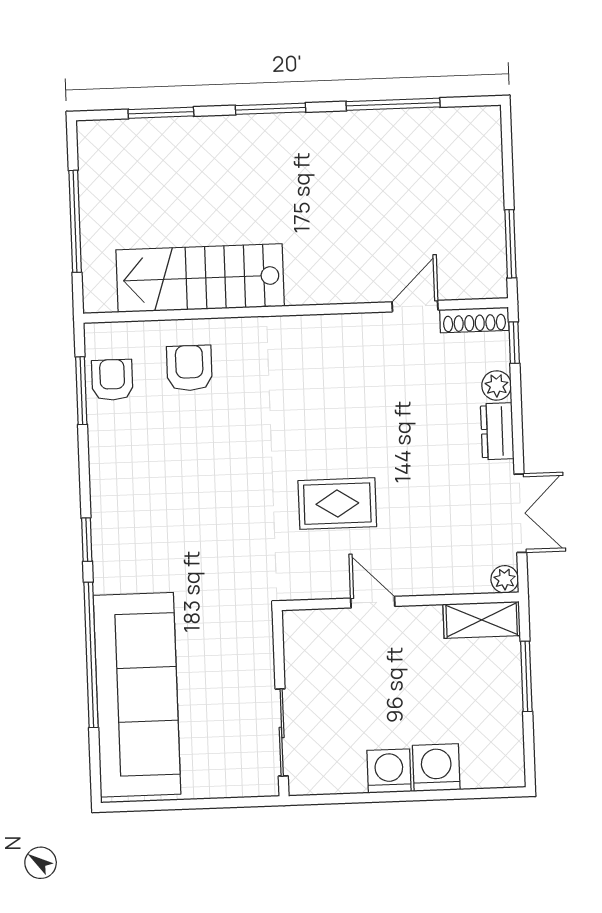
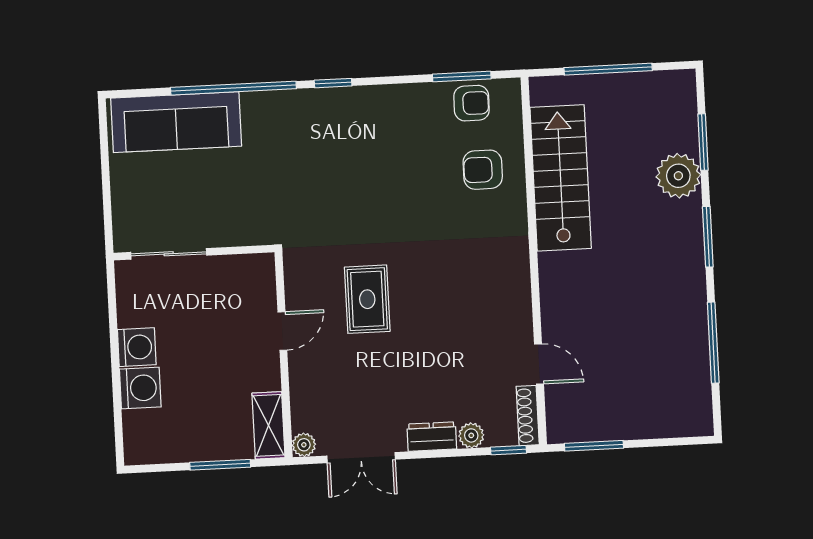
plant: (200, 142) -> (678, 176), added
armchair: (189, 368) -> (483, 170), turned 180
sofa: (137, 695) -> (176, 122), width x0.74, depth x0.79

